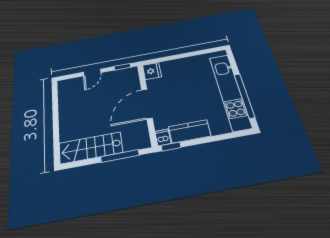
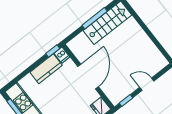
door: (92, 72) -> (147, 84), hinge flipped
window: (120, 156) -> (95, 18), moved

